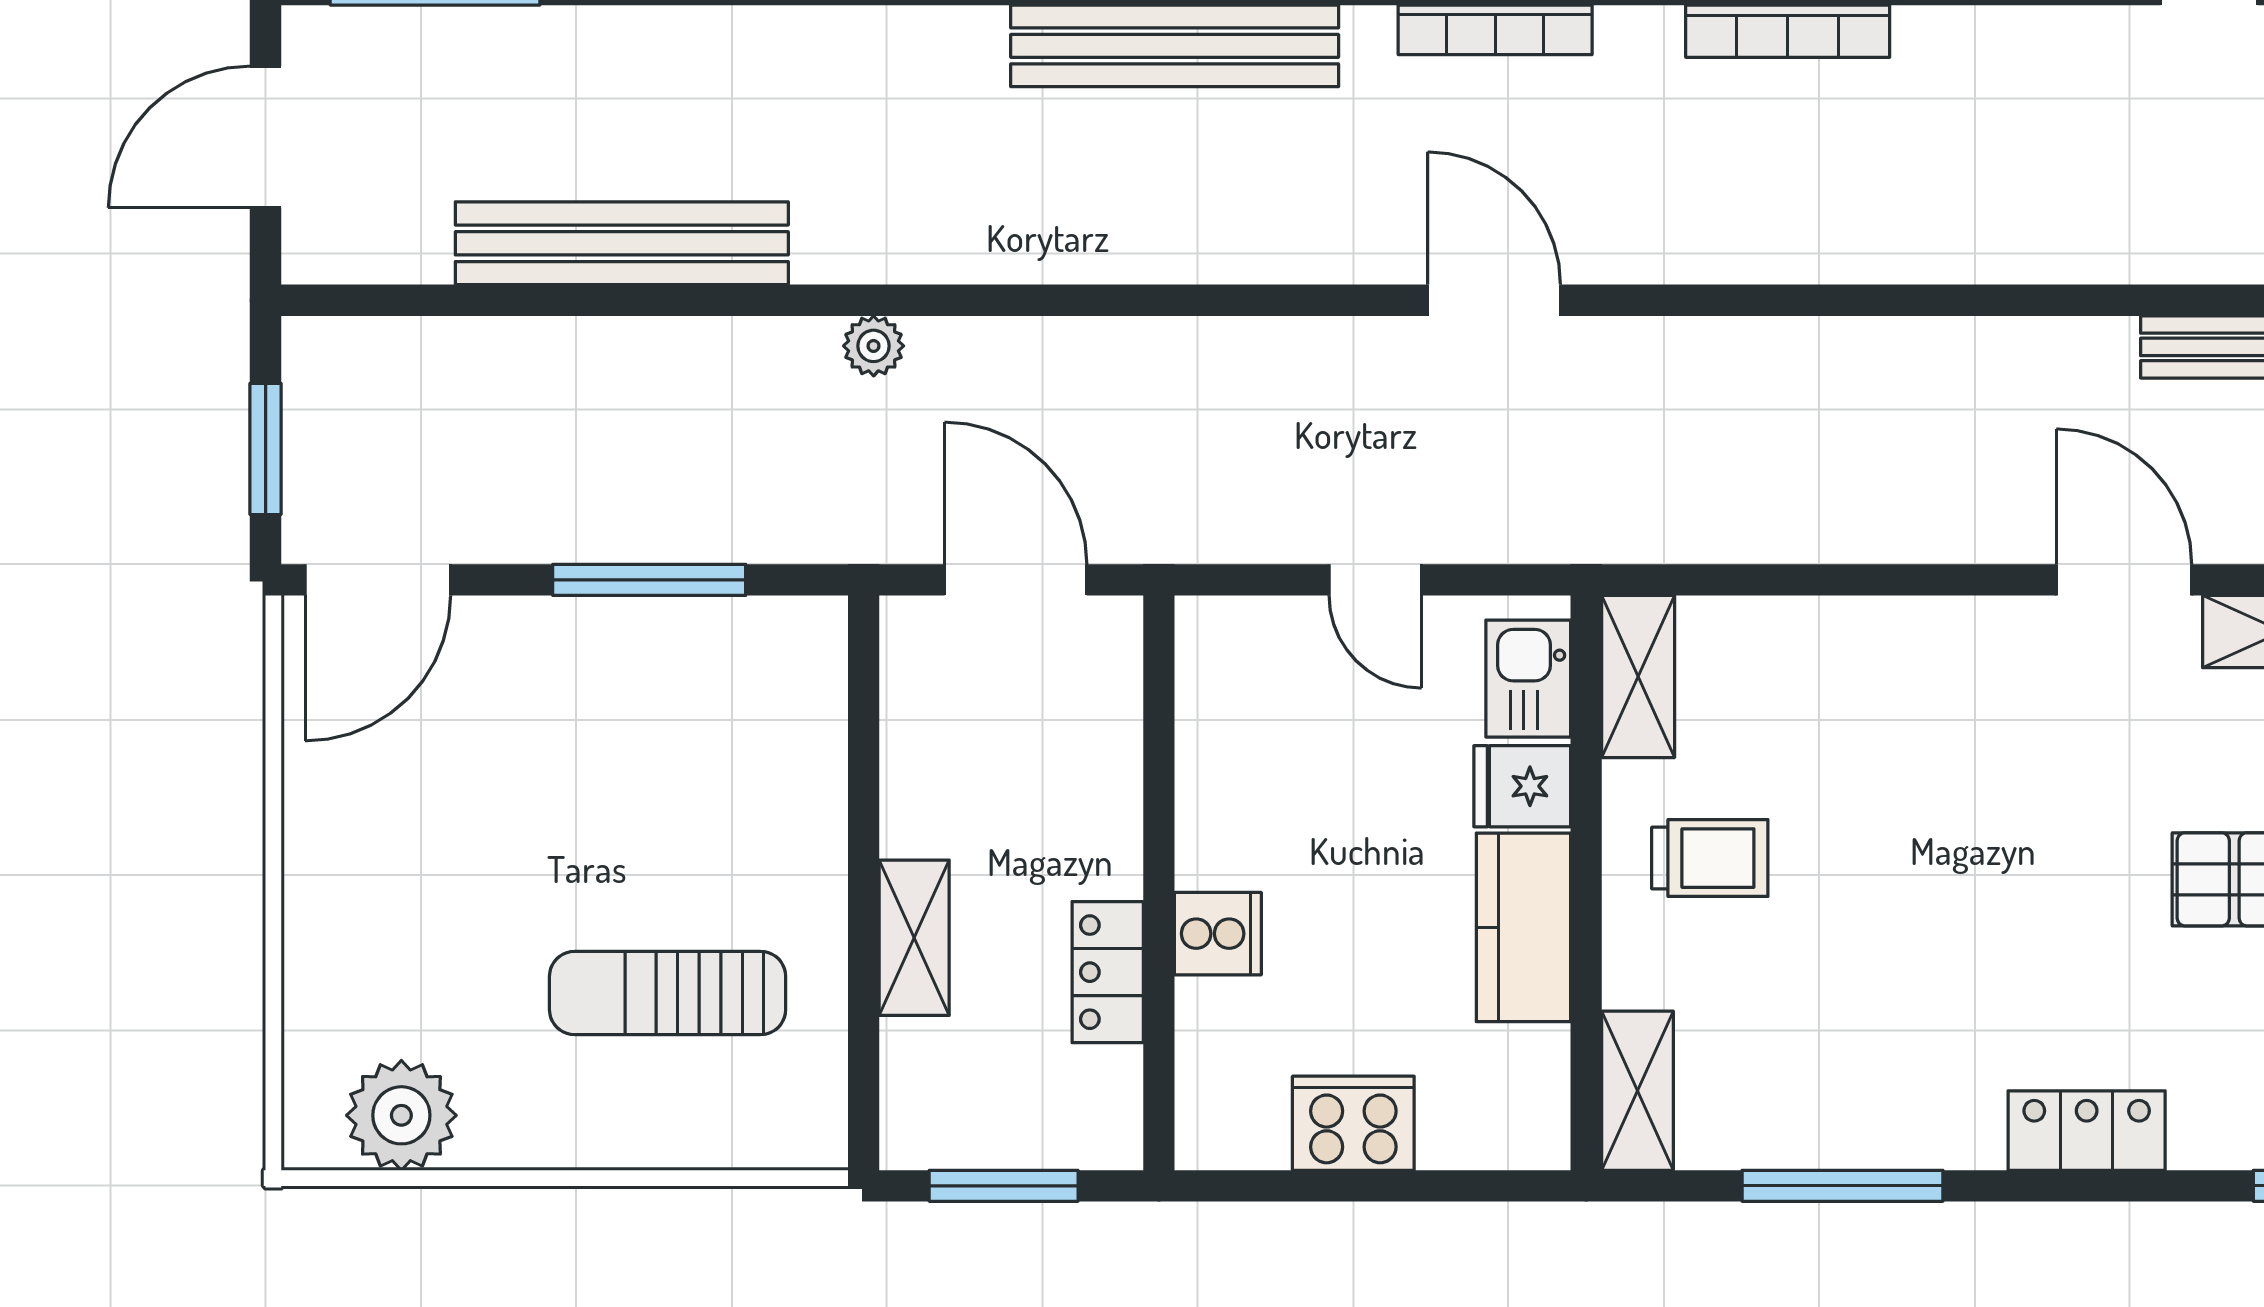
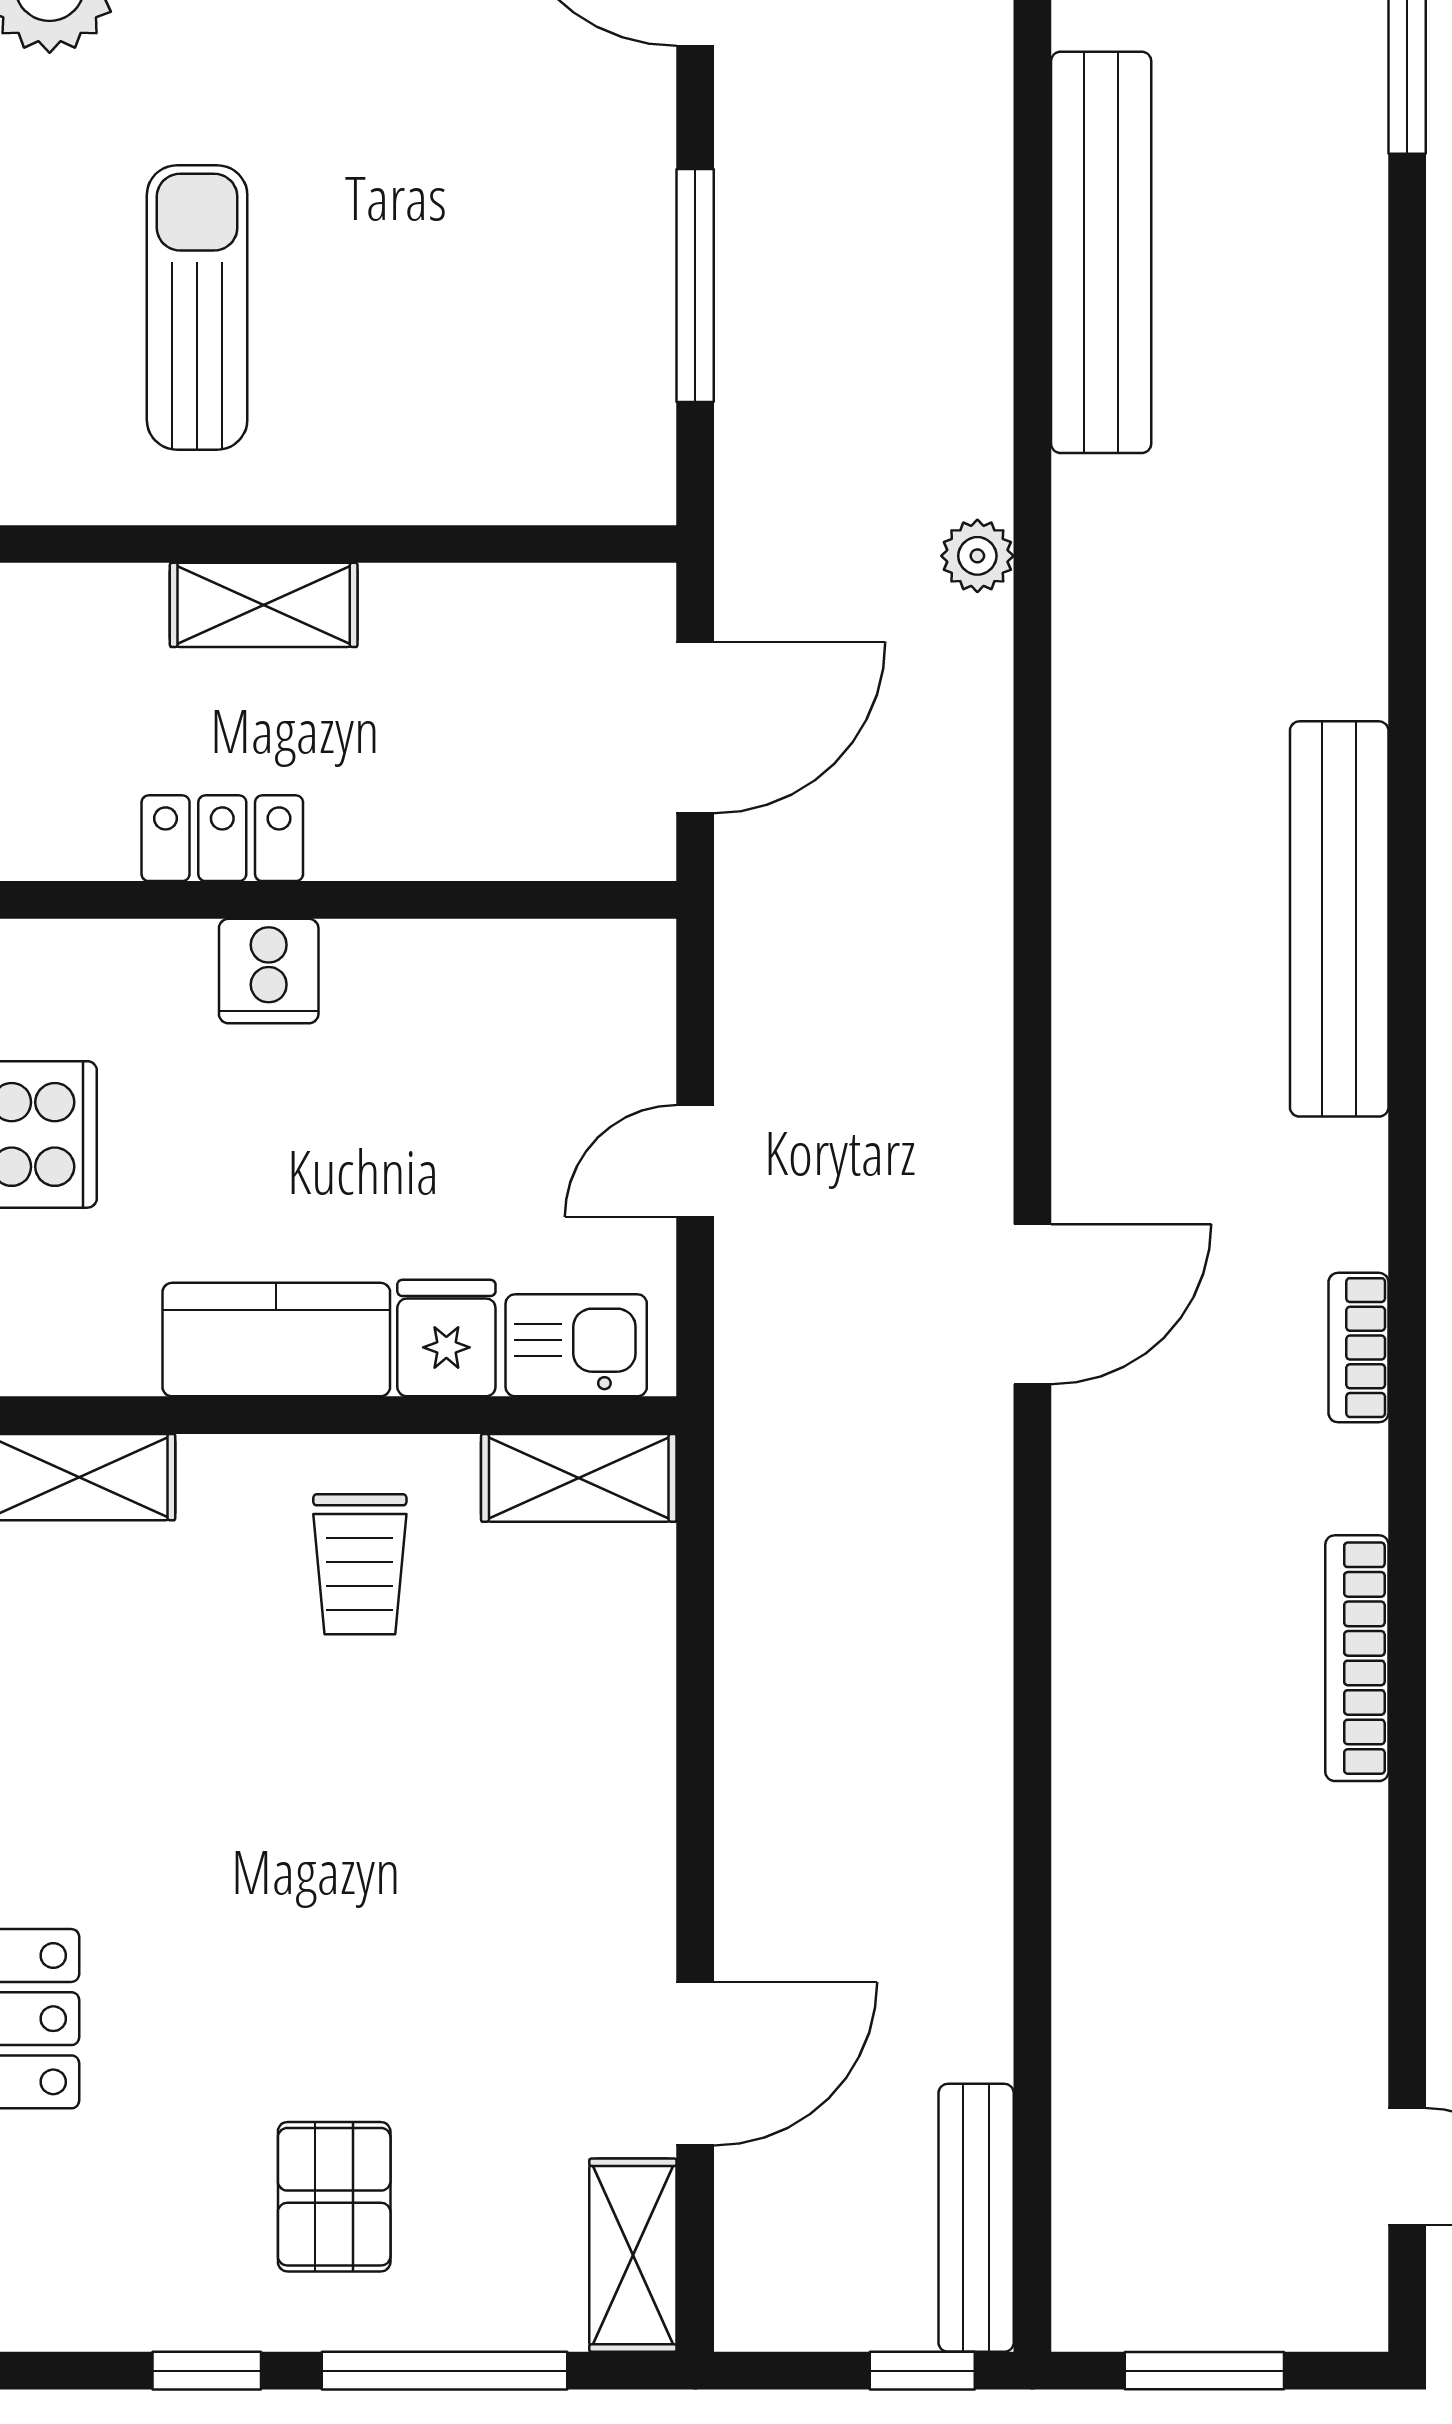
bookcase: (1495, 30) -> (1358, 1348), width x0.64

